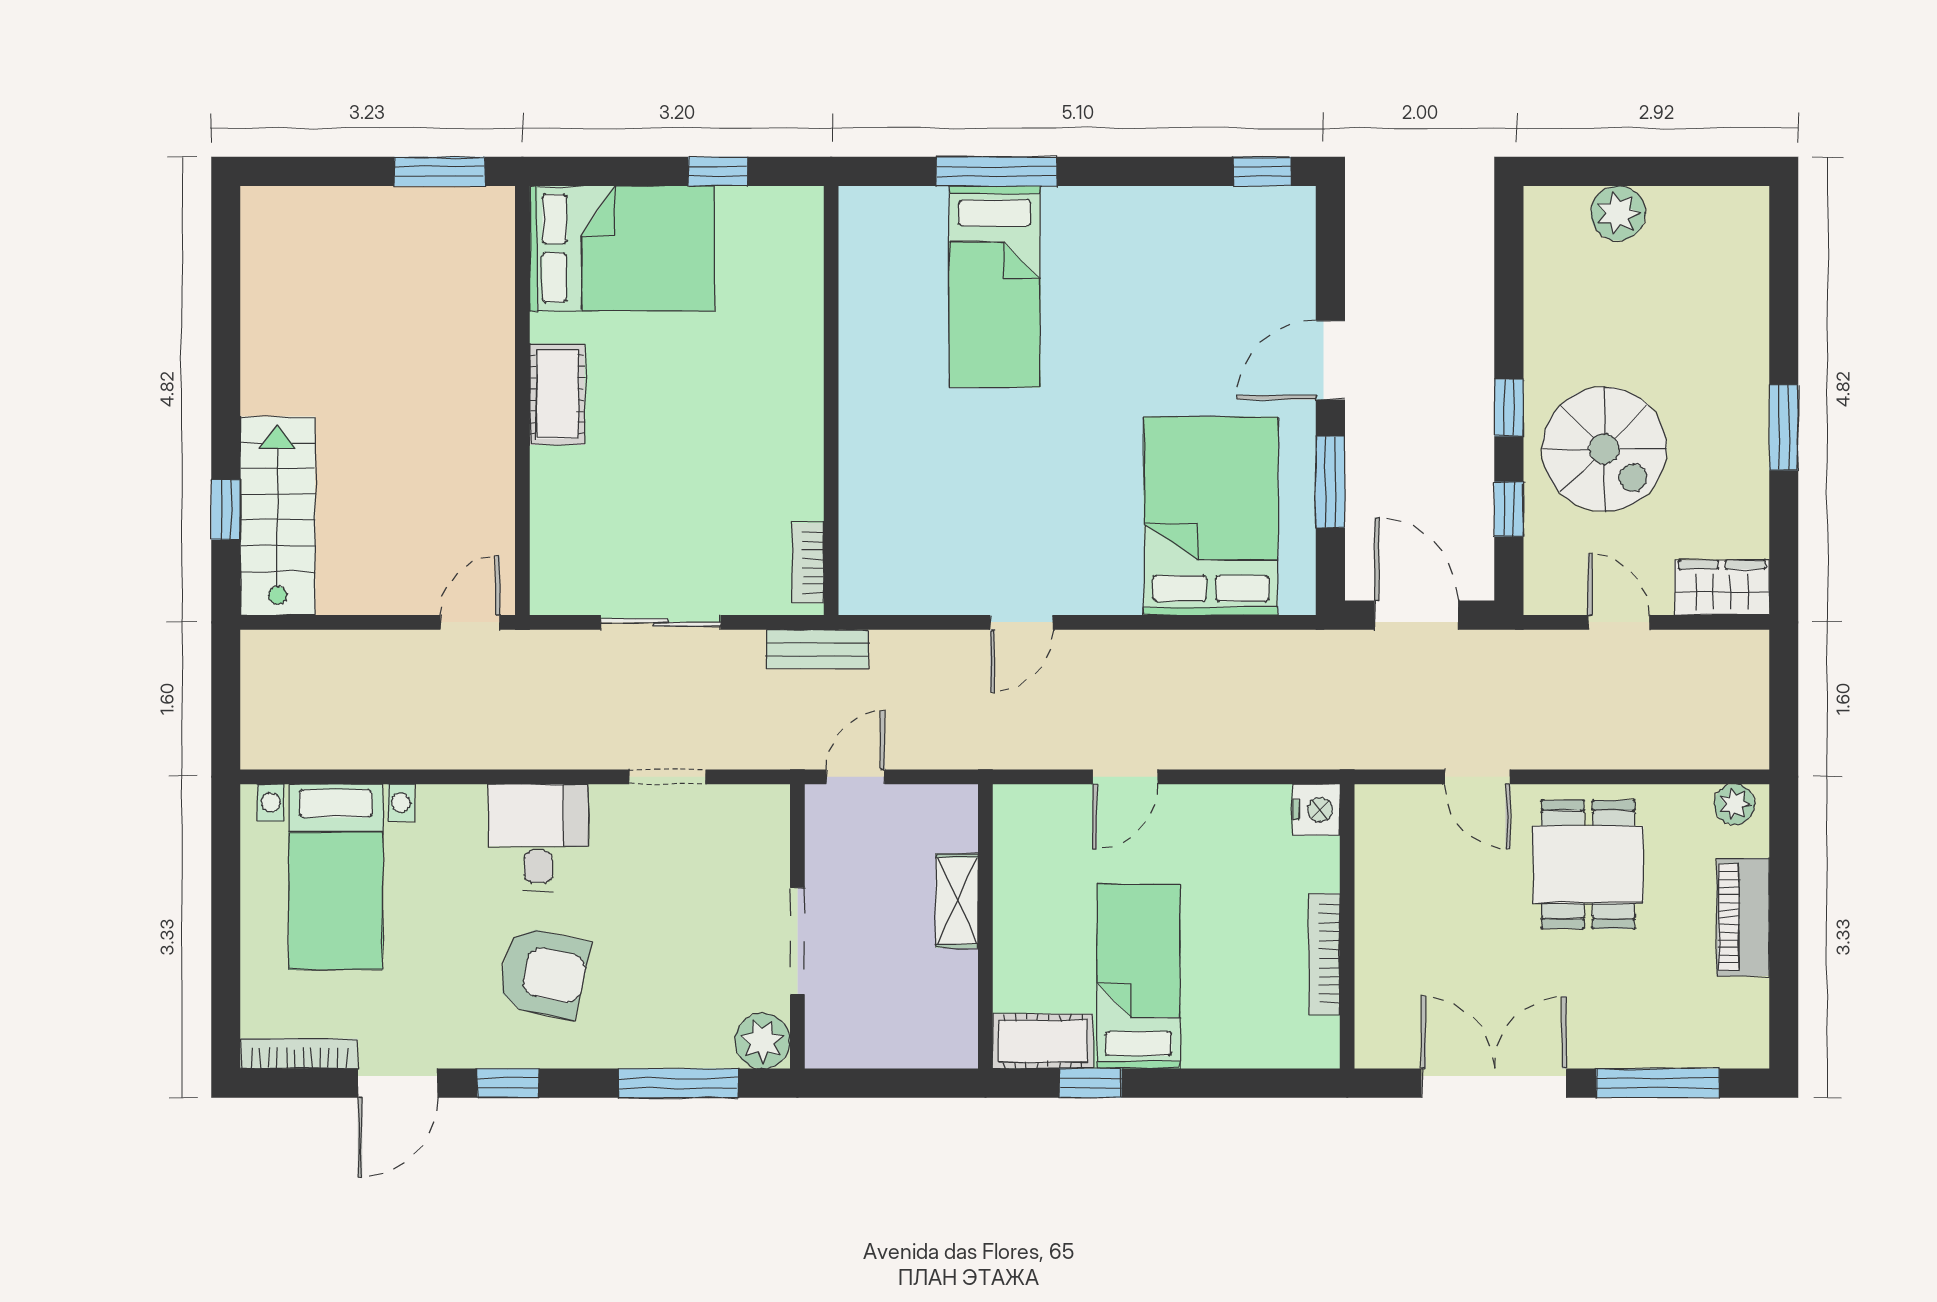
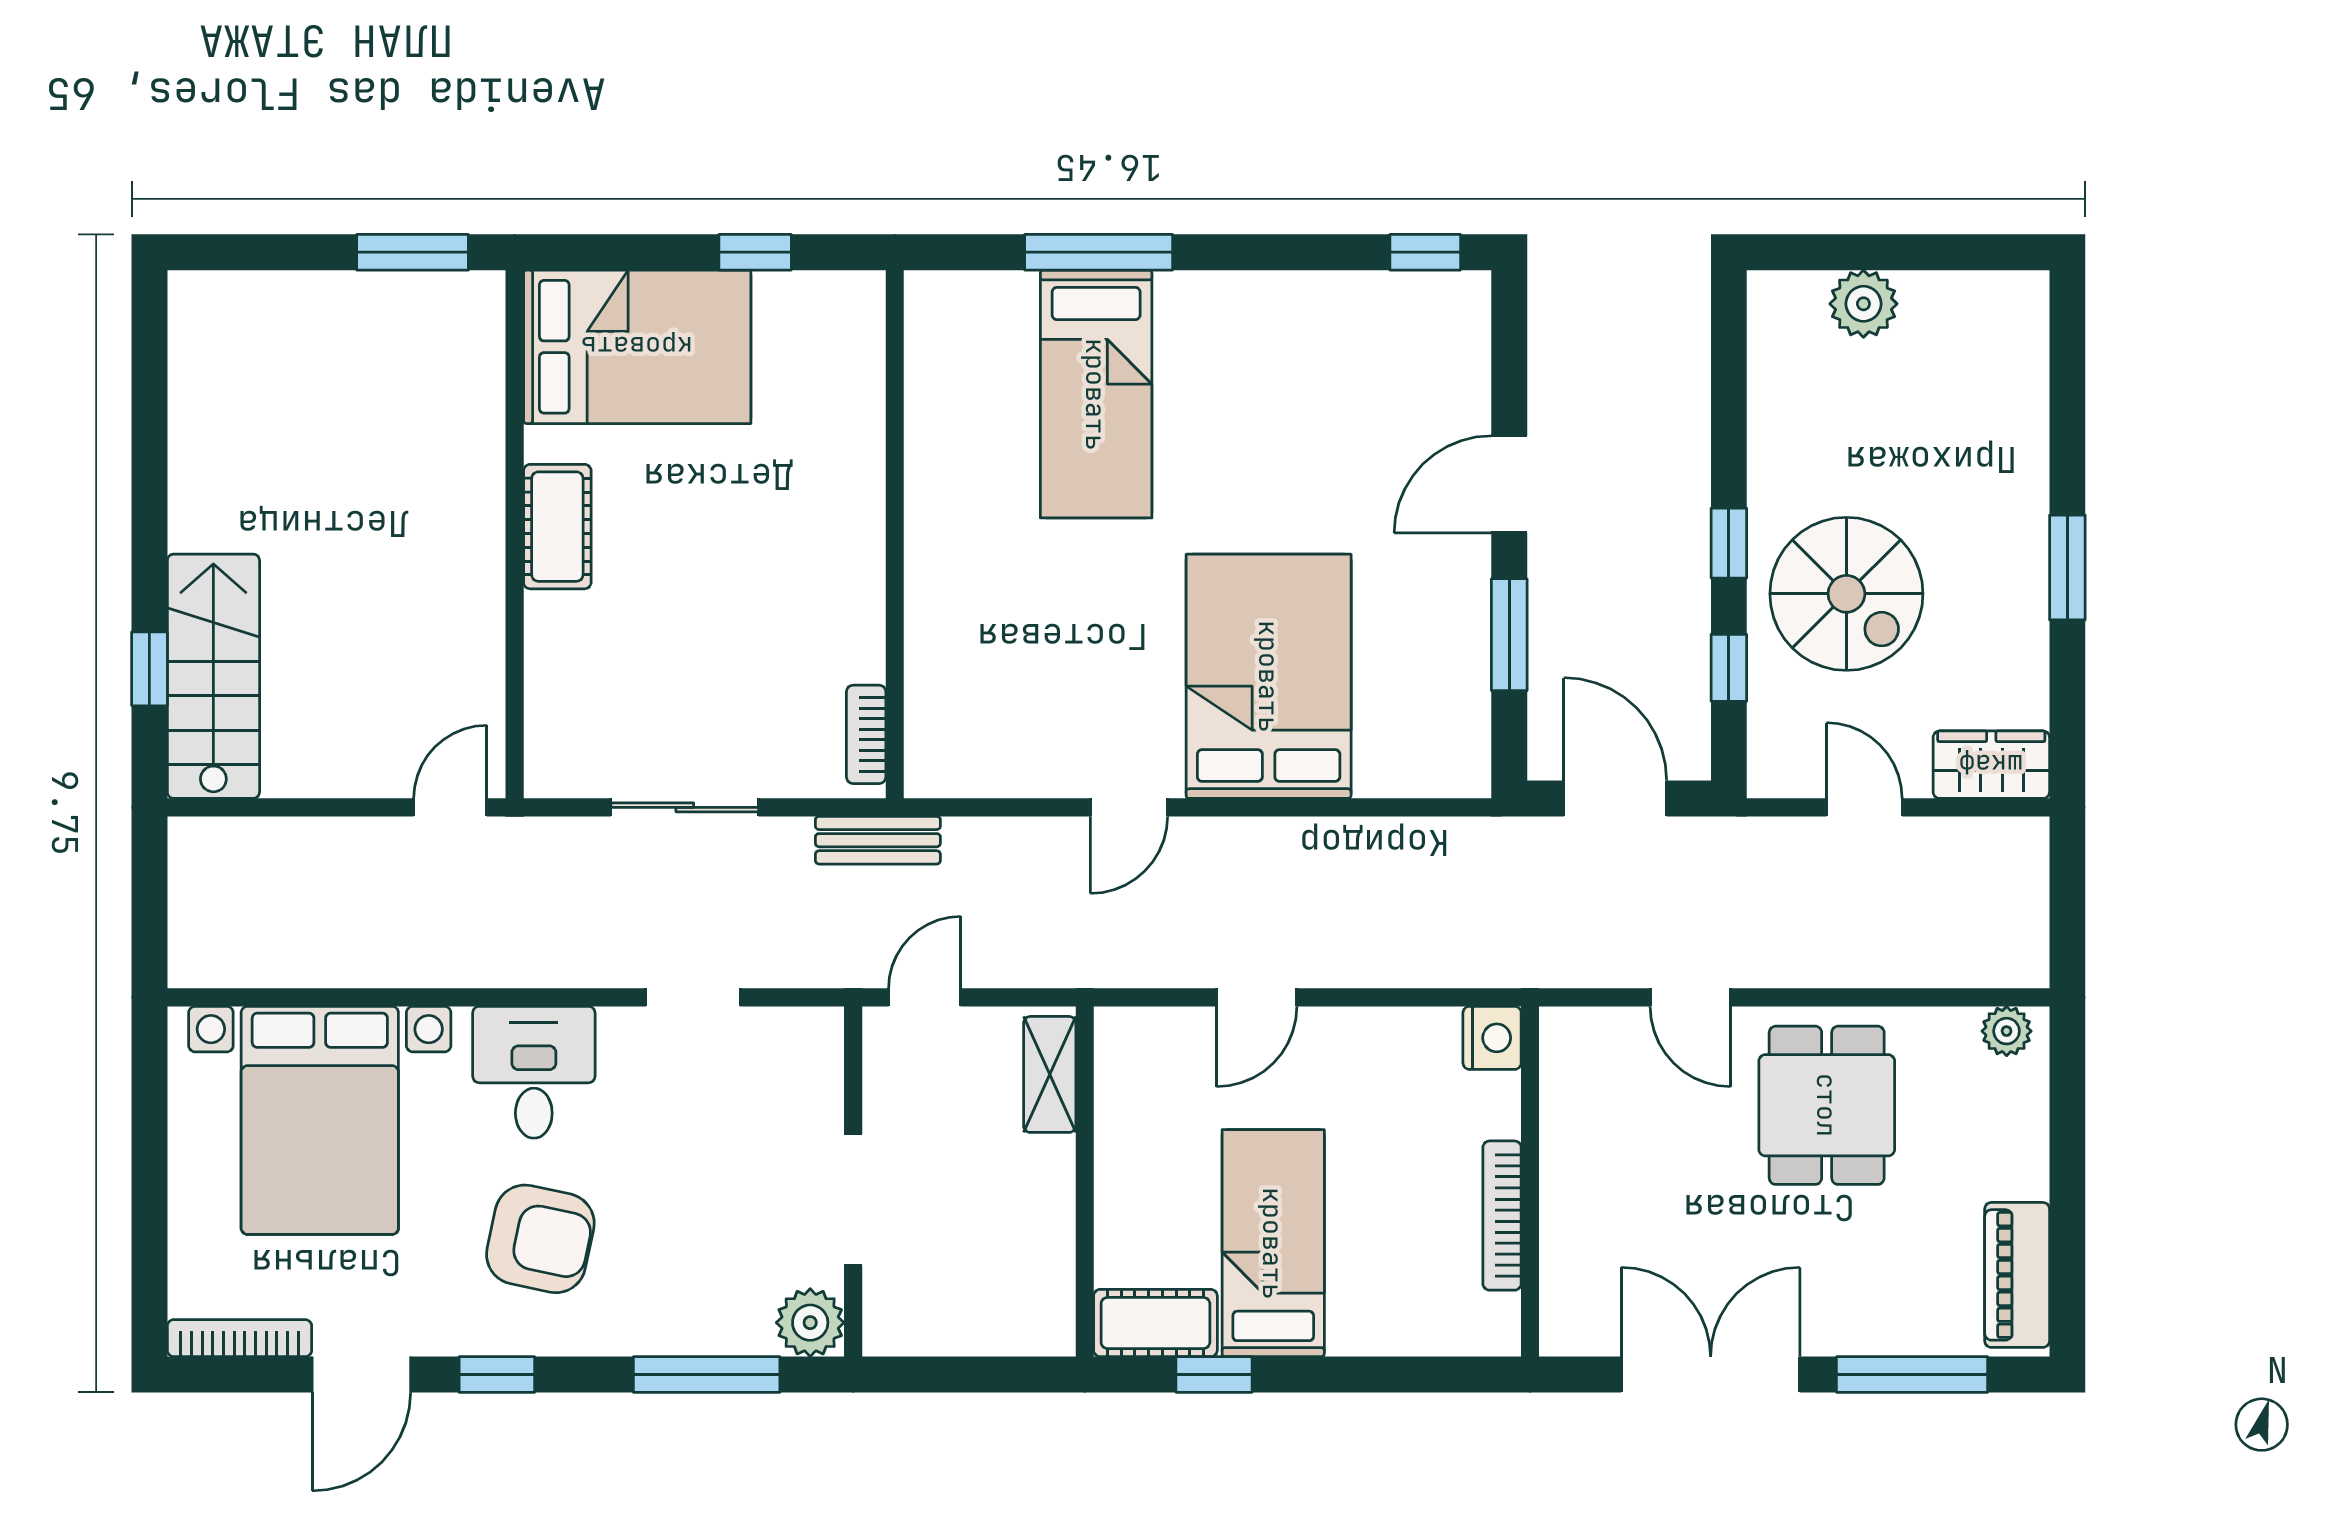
bed: (1211, 516) -> (1269, 676), moved
bed with nightstands: (336, 877) -> (320, 1120), width x1.36
shelving: (957, 901) -> (1050, 1074), moved
piano: (1743, 917) -> (2017, 1275), moved

